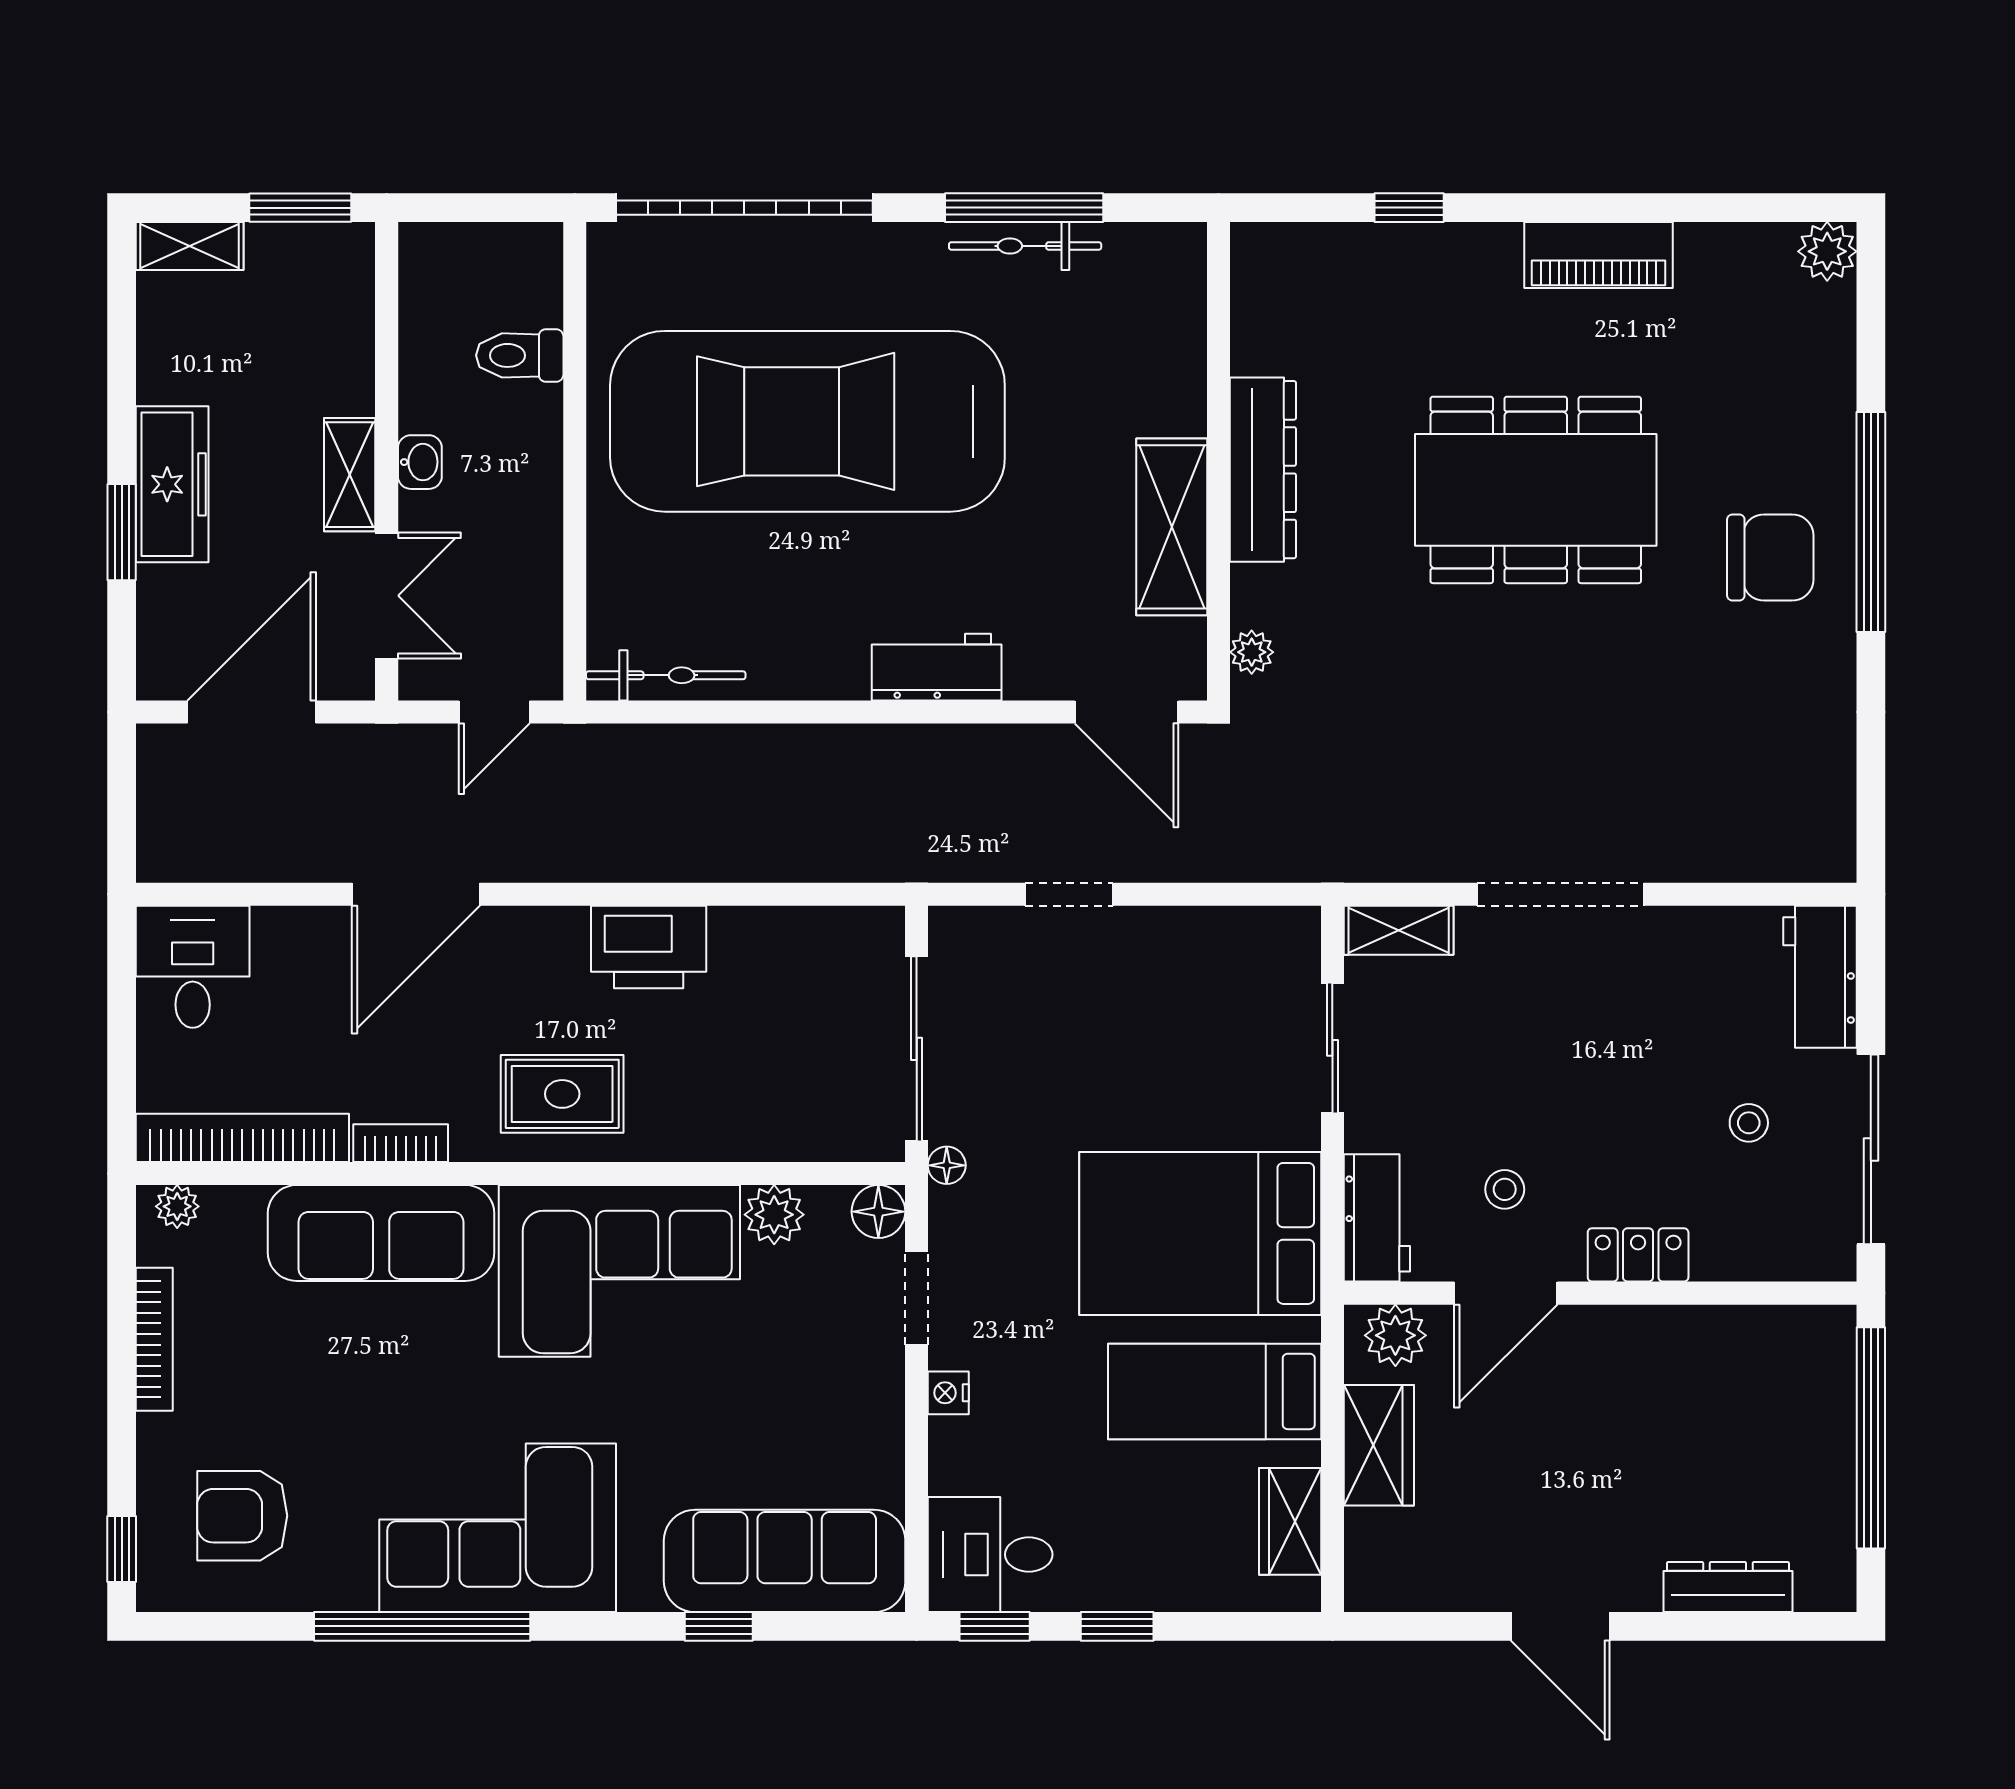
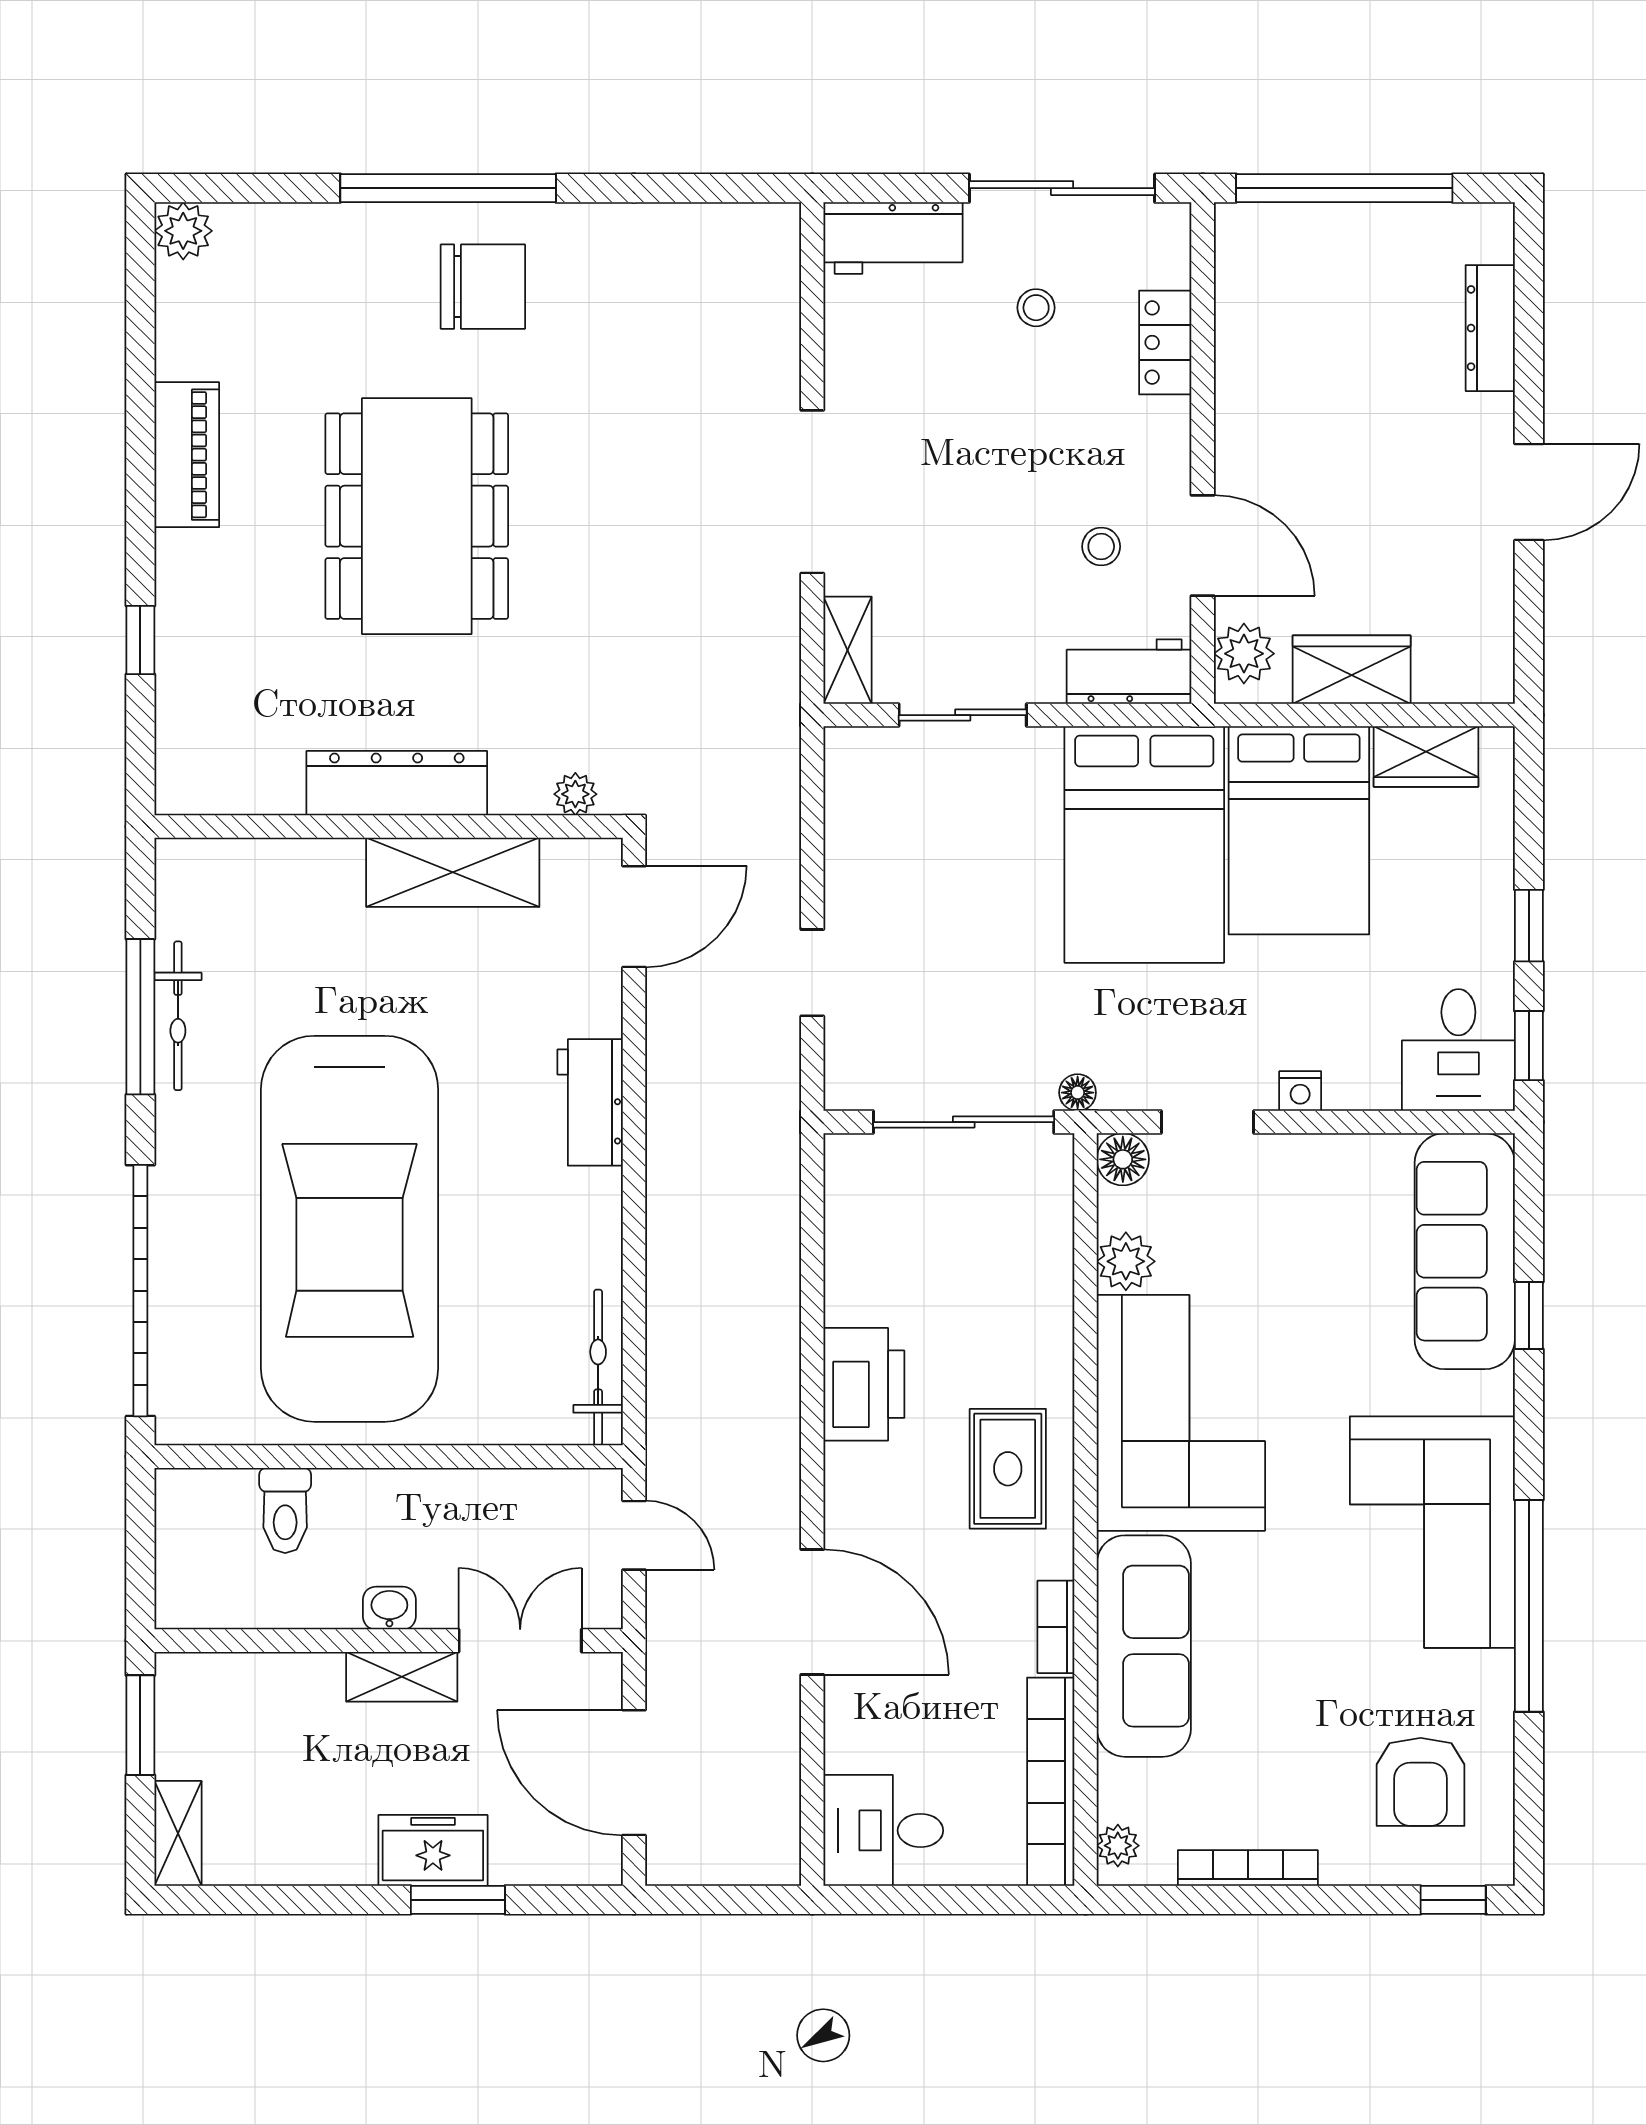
freezer: (172, 484) -> (433, 1850), width x0.71
chair: (1770, 558) -> (483, 287), turned 90
locker: (1638, 1255) -> (1165, 342), moved
bed: (1215, 1391) -> (1299, 830), width x1.50

